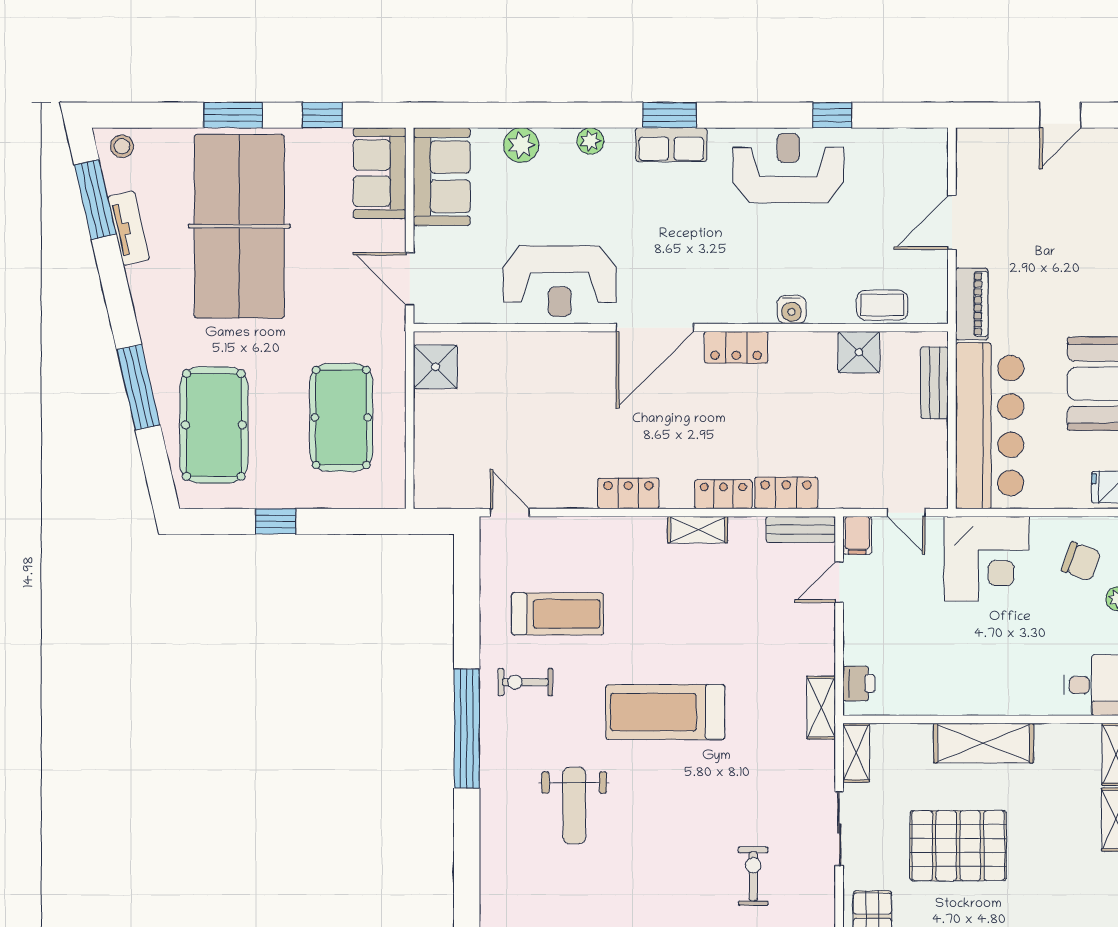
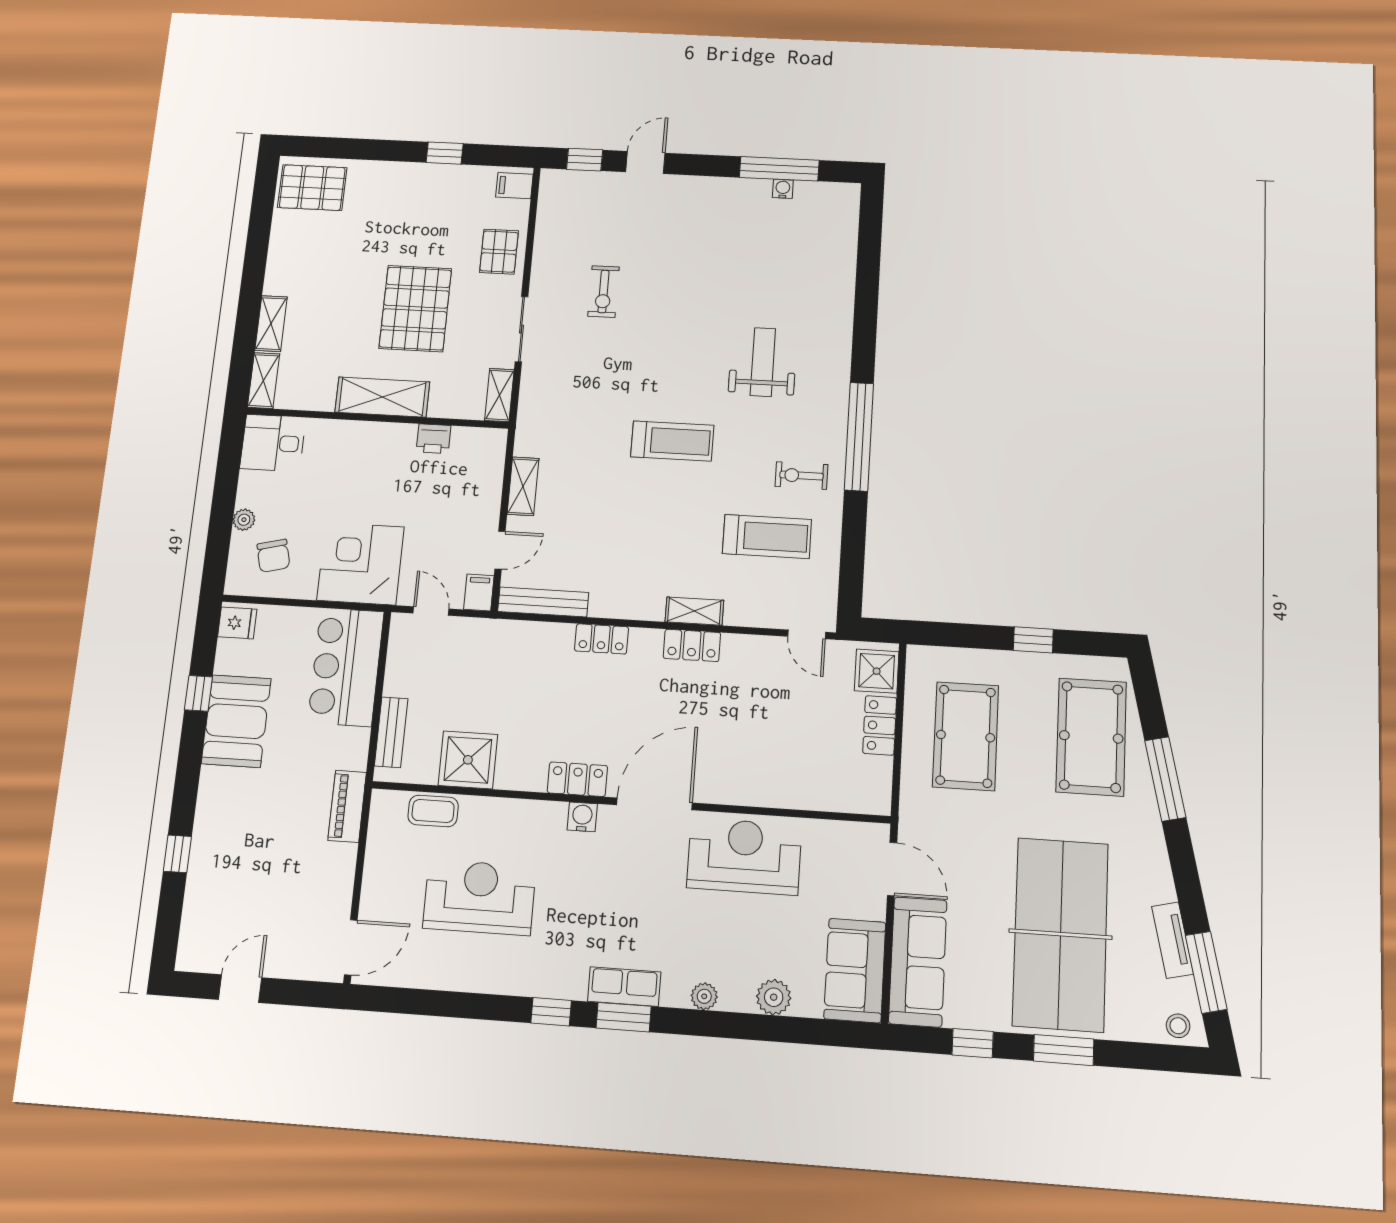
window: (832, 115) -> (551, 1012), moved
reception desk: (788, 168) -> (479, 897), moved, turned 180
sofa: (380, 173) -> (918, 962), width x1.36
door: (952, 222) -> (351, 947), moved
water cooler: (792, 310) -> (582, 817), moved
shower: (859, 352) -> (468, 760), width x1.36, depth x1.36
shower: (435, 367) -> (877, 671), moved
bar counter: (990, 426) -> (346, 667), width x0.73
locker: (786, 493) -> (880, 725), moved, turned 90
bench: (801, 529) -> (543, 602), width x1.36
shelving: (698, 530) -> (694, 611), moved
chair: (1081, 561) -> (273, 556), turned -124
treadmill: (558, 614) -> (767, 537), turned 180
exercise bike: (525, 682) -> (801, 476), turned 180
printer: (859, 683) -> (434, 439), moved, turned -90
shelving: (821, 708) -> (523, 486), moved
treadmill: (665, 712) -> (672, 441), width x0.73, depth x0.73
pallet: (958, 846) -> (415, 308), turned 90

